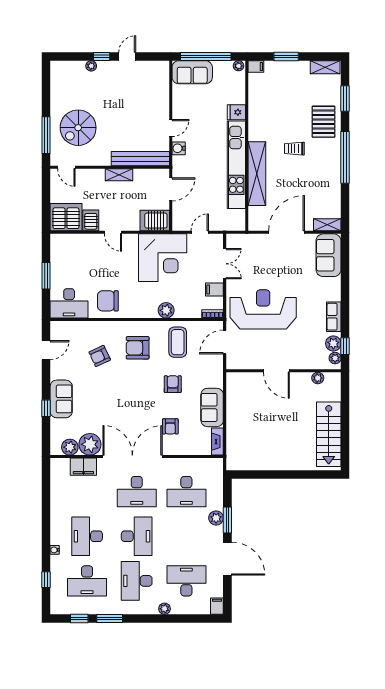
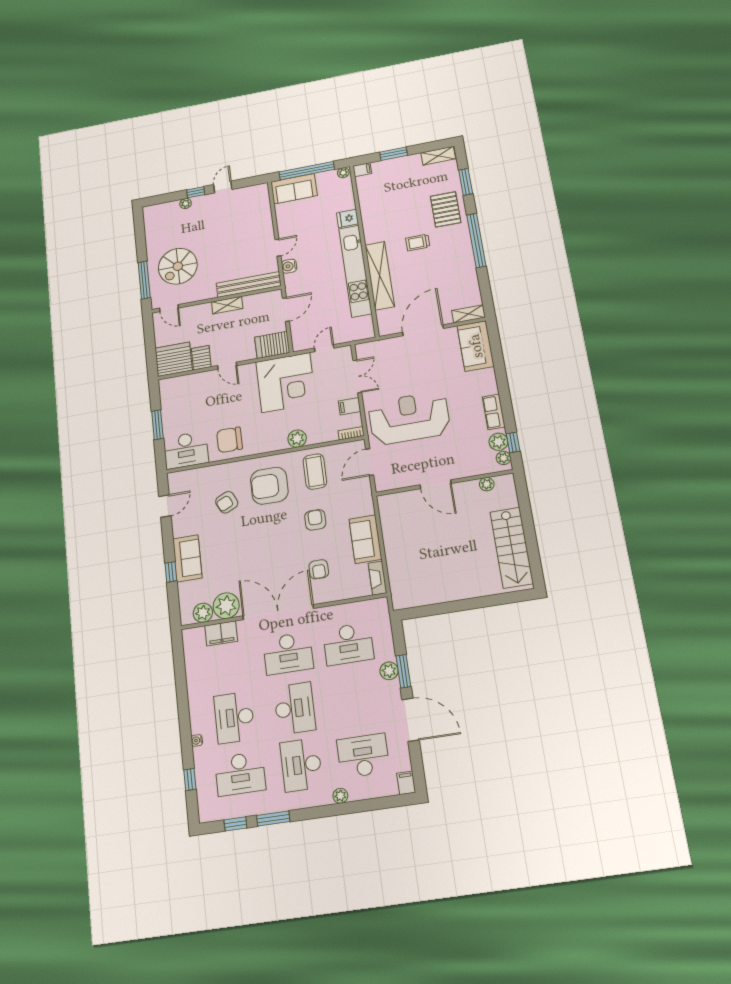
armchair: (138, 348) -> (269, 486), width x1.36, depth x1.36

